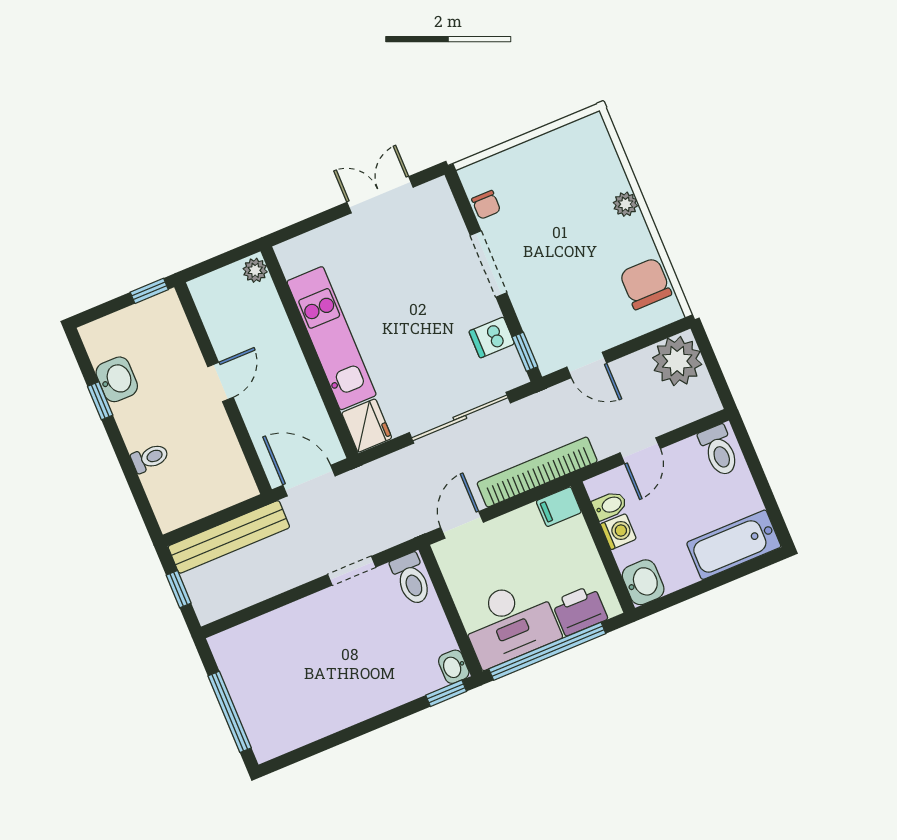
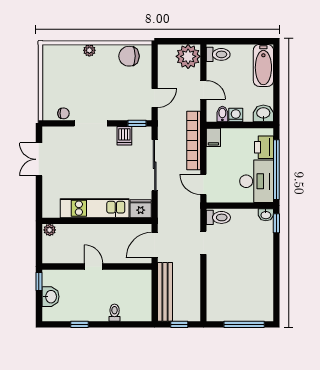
plant: (677, 361) -> (188, 56), moved
washbasin: (117, 379) -> (50, 297), moved, turned 90

